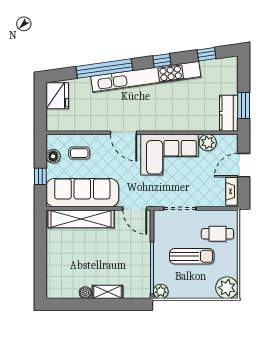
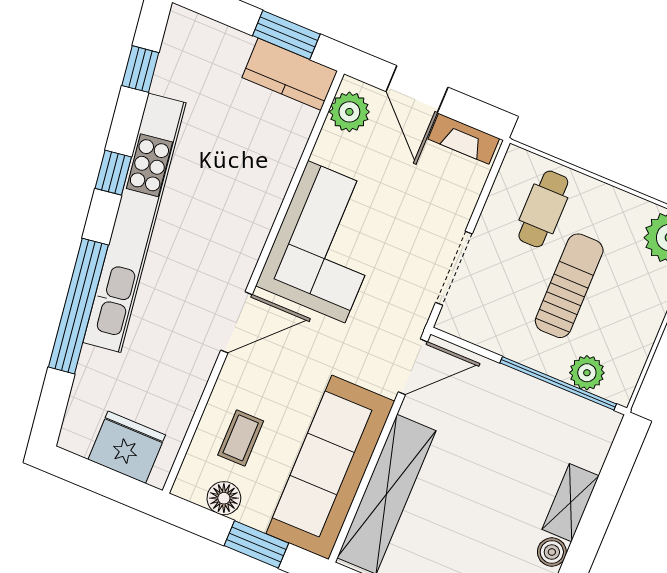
fridge: (57, 96) -> (127, 447), moved
plant: (208, 143) -> (349, 112), moved
window: (40, 176) -> (256, 544), width x1.50
plant: (161, 291) -> (587, 373), moved

